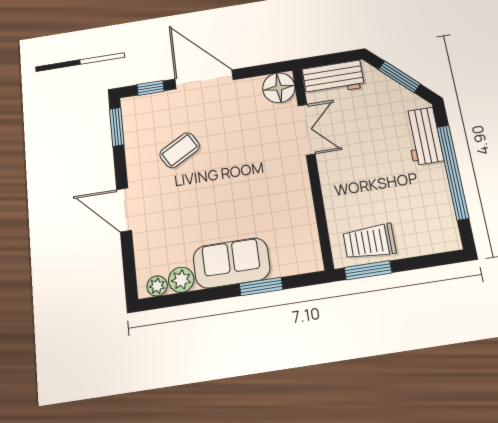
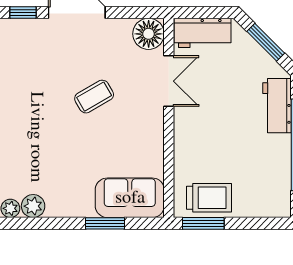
coffee table: (180, 150) -> (94, 97), moved
trolley: (369, 242) -> (209, 198), turned 180
sofa: (232, 263) -> (130, 198), moved

